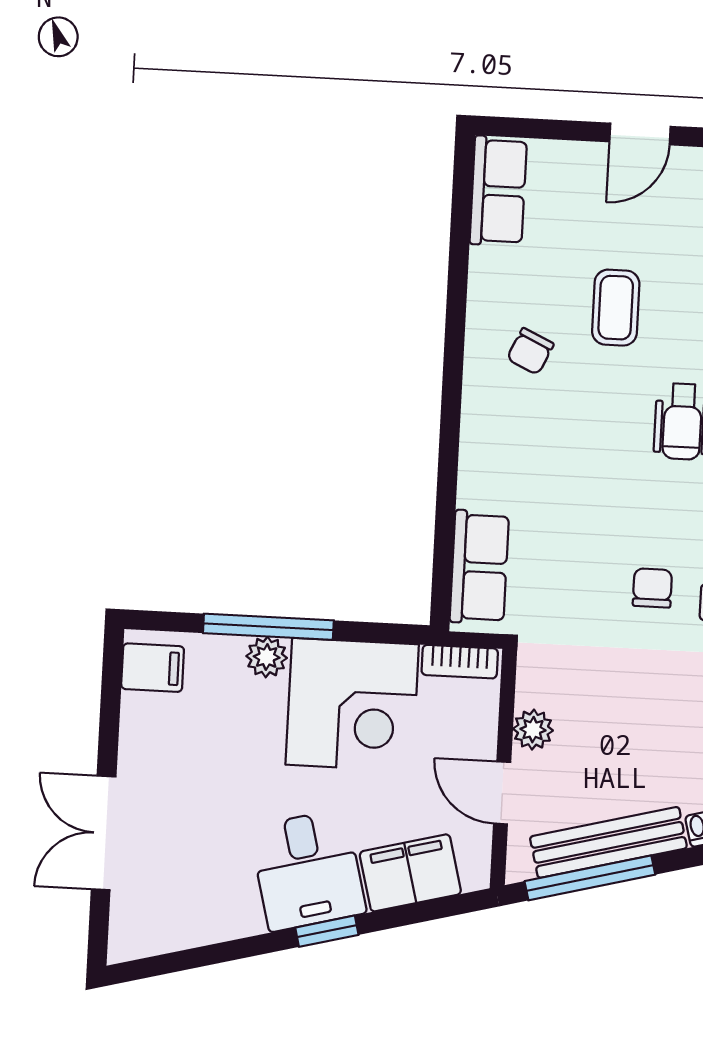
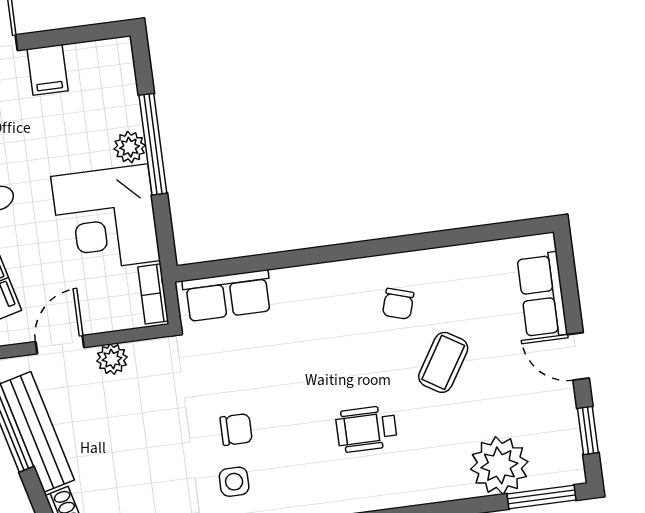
row of seats: (498, 191) -> (542, 295), moved, turned 90
coffee table: (616, 308) -> (443, 362), turned -58
chair: (530, 351) -> (398, 304), turned -98
filing cabinet: (153, 668) -> (48, 70), moved

